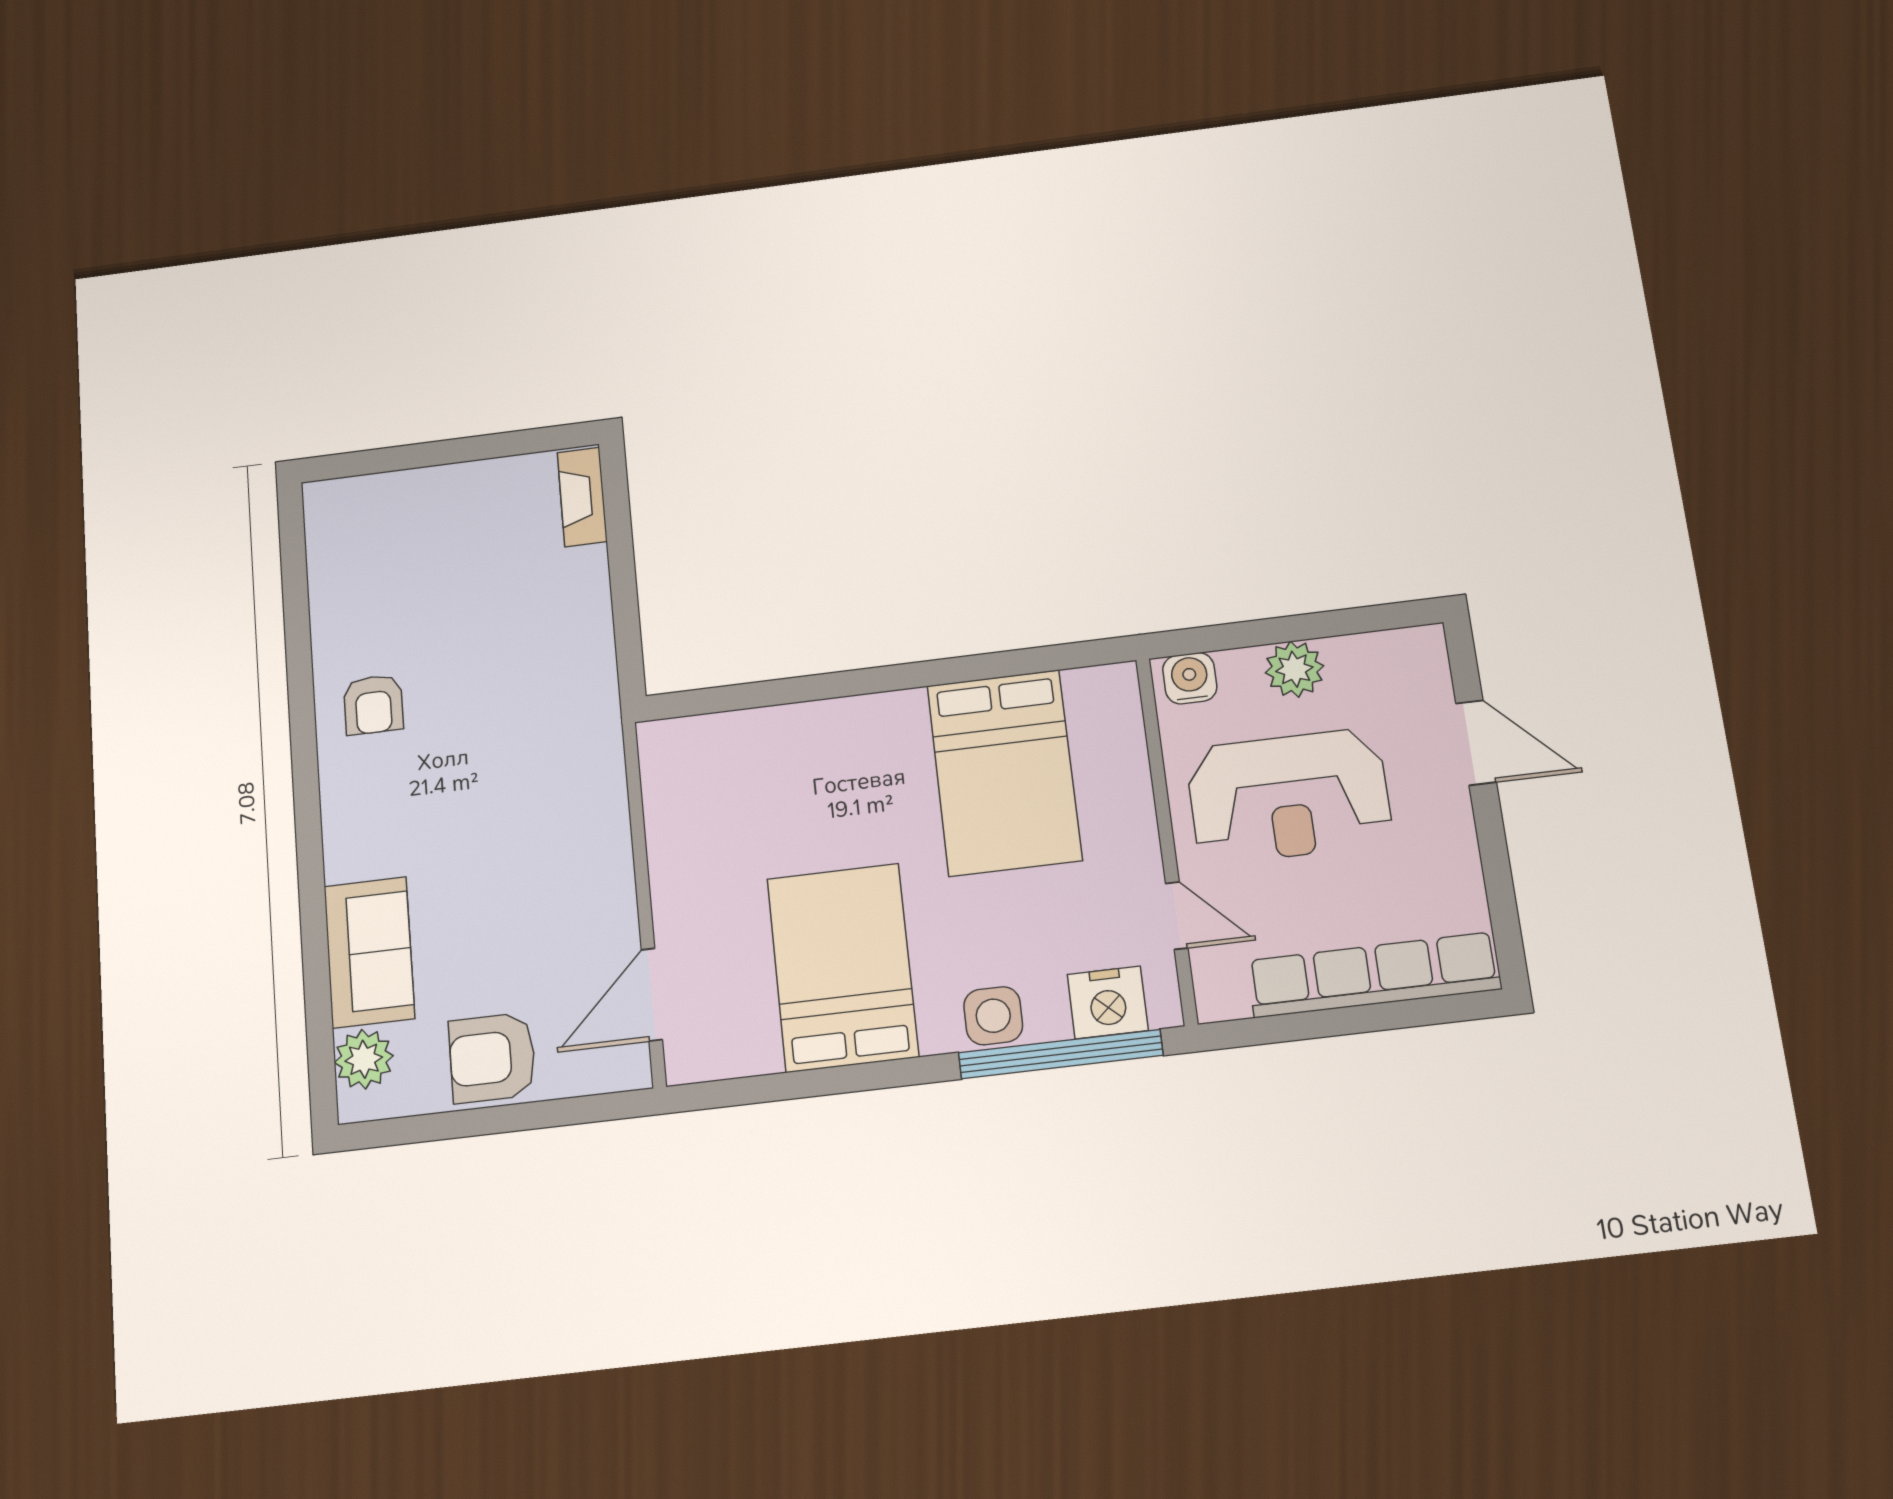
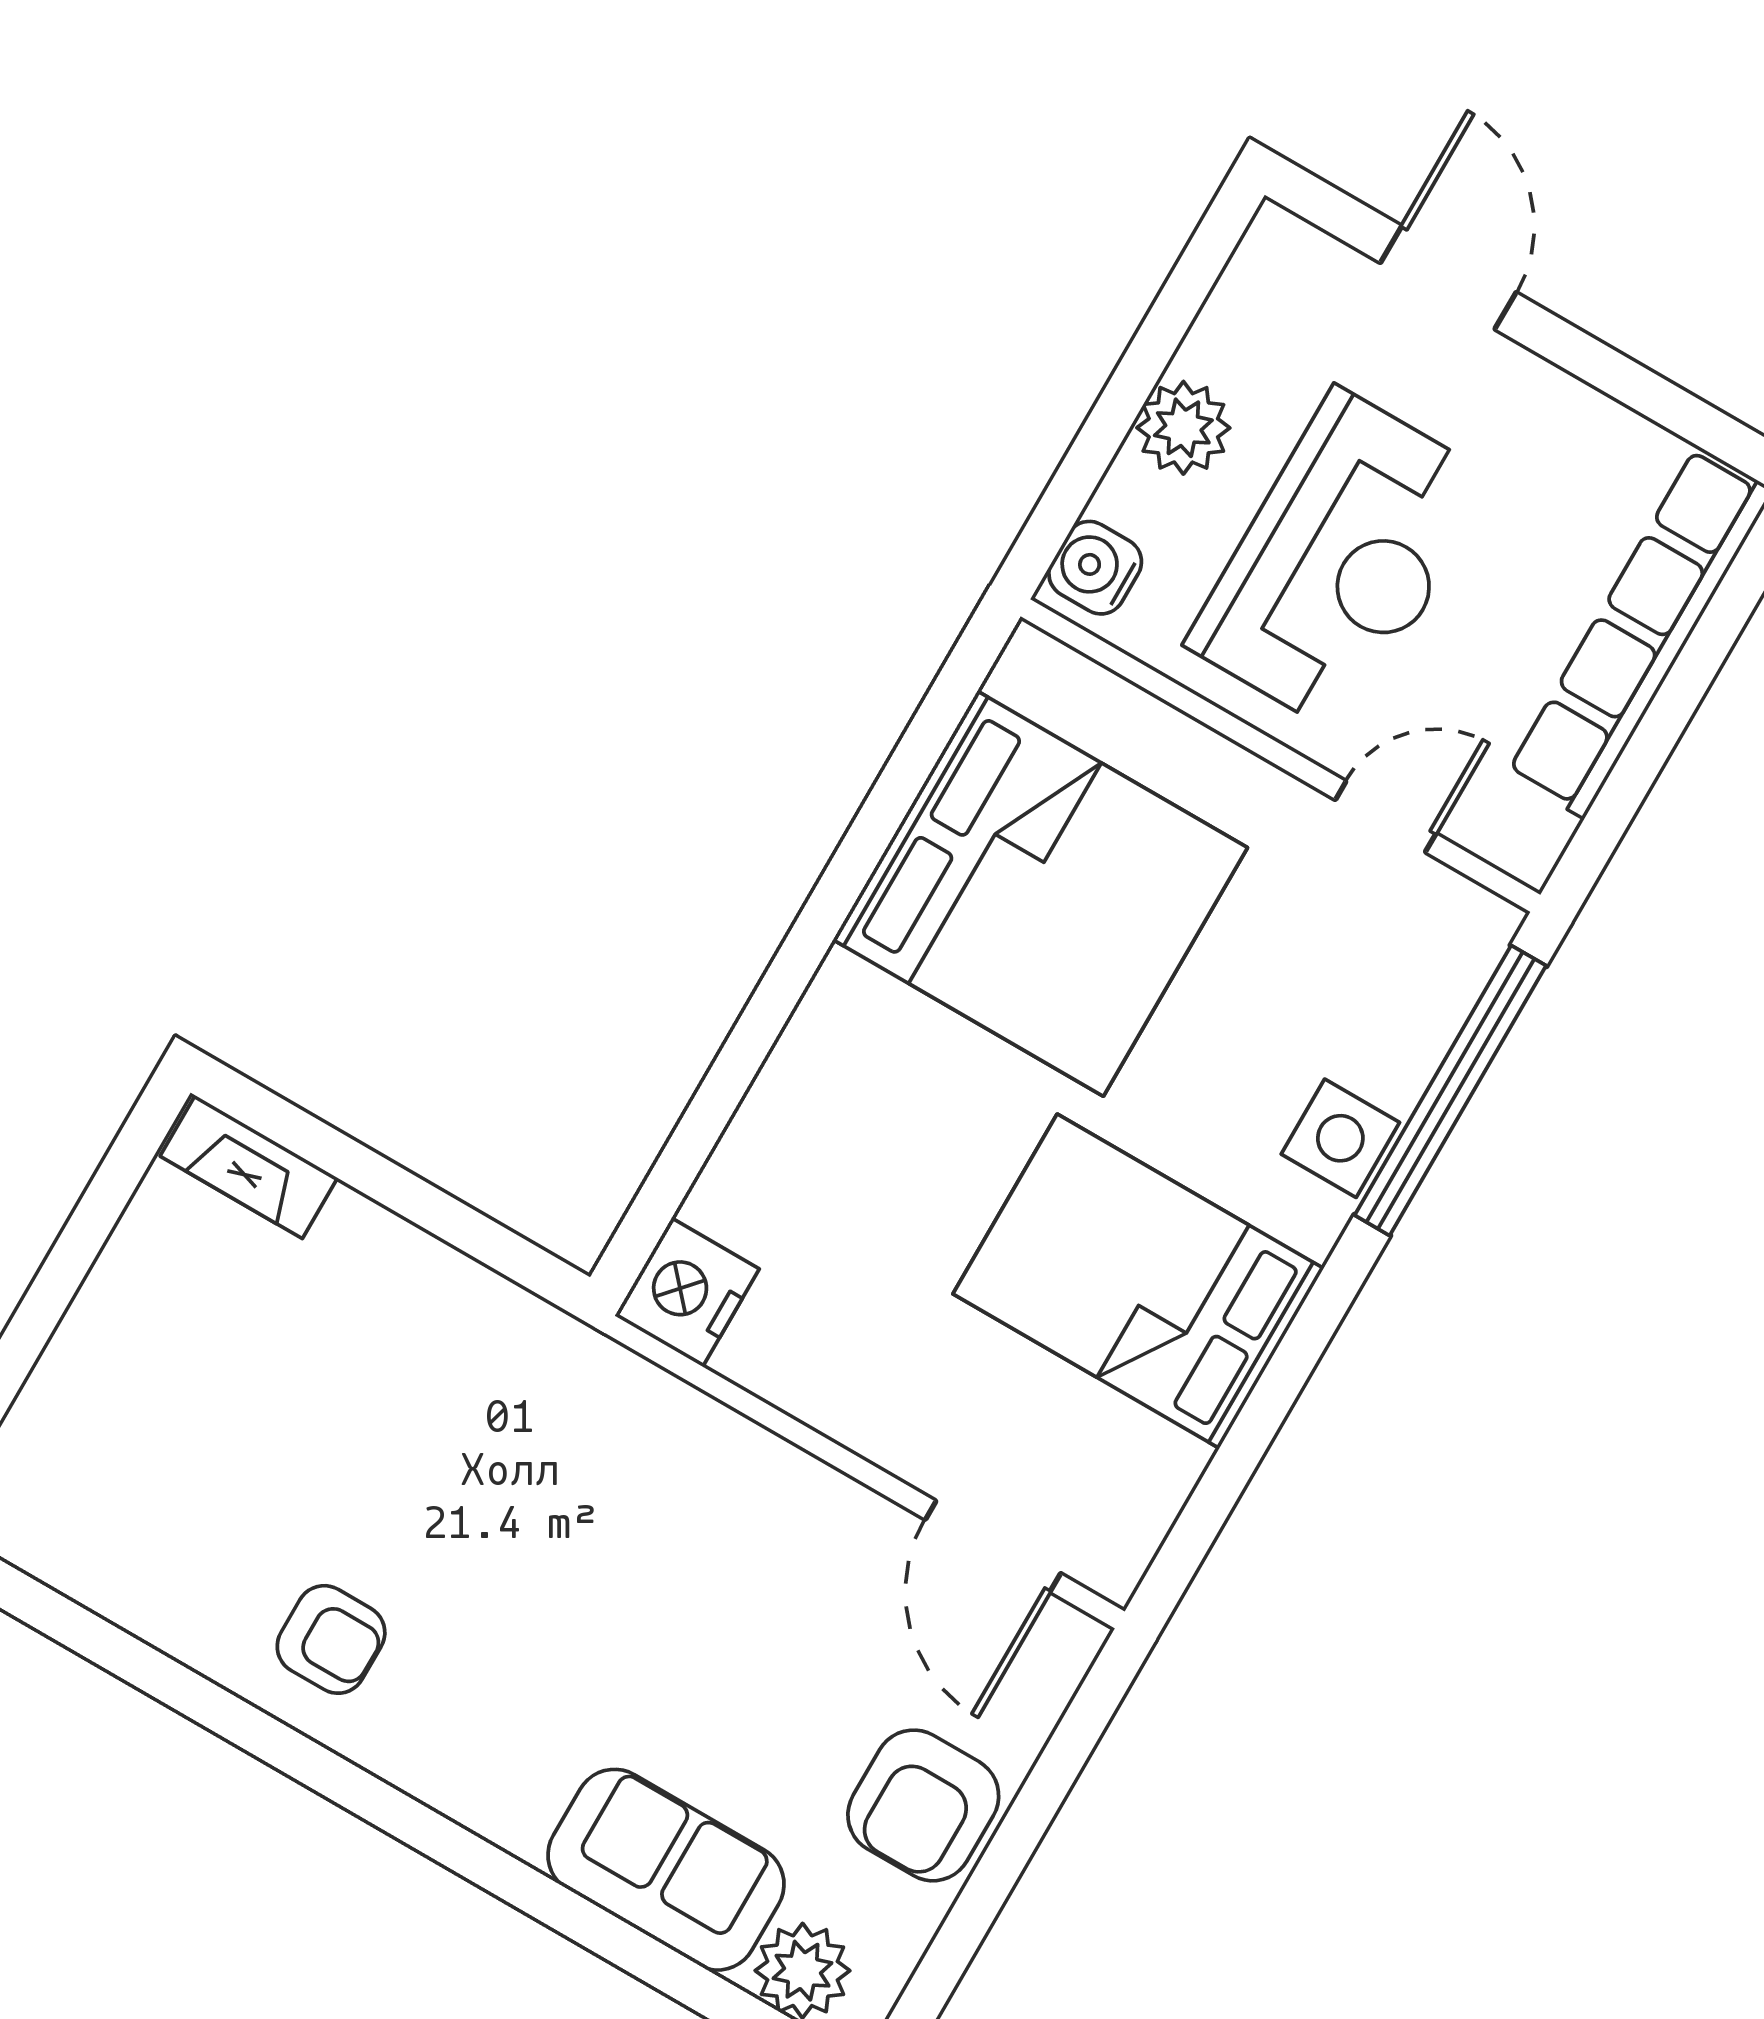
door: (1476, 743) -> (1448, 278), hinge flipped
bed: (1004, 773) -> (1040, 894), width x1.36
nightstand: (1108, 1002) -> (687, 1292), moved, turned 180

